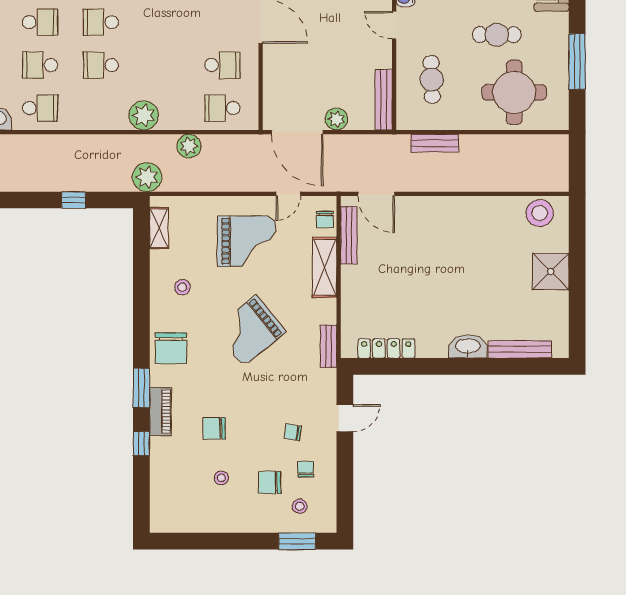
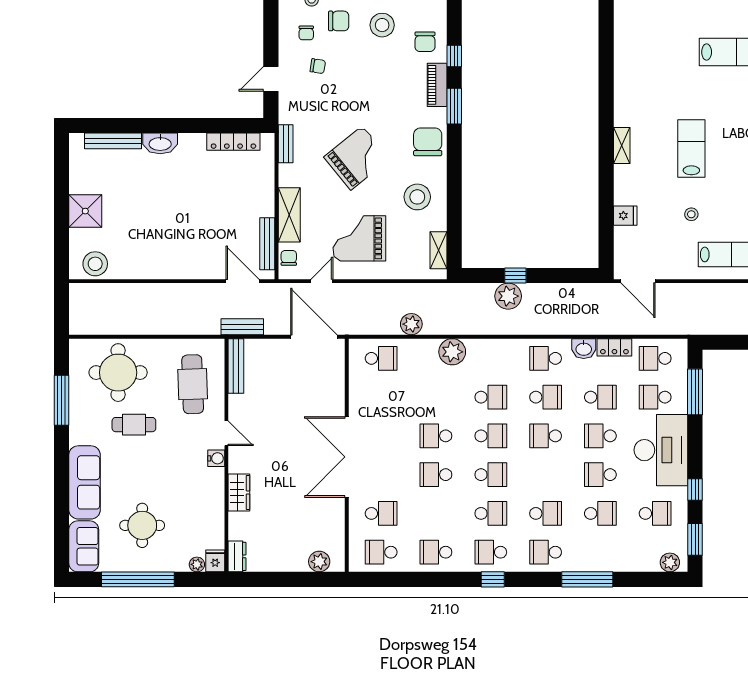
school desk: (222, 65) -> (436, 436), moved
cafe table: (432, 79) -> (193, 384), width x1.37, depth x1.35
plant: (336, 119) -> (278, 349), removed
bench: (435, 143) -> (242, 327), moved
plant: (147, 177) -> (508, 296), moved
stool: (182, 287) -> (417, 197), width x1.89, depth x1.89
chair: (214, 428) -> (425, 42), moved, turned 90
stool: (221, 478) -> (382, 25), width x1.89, depth x1.89

